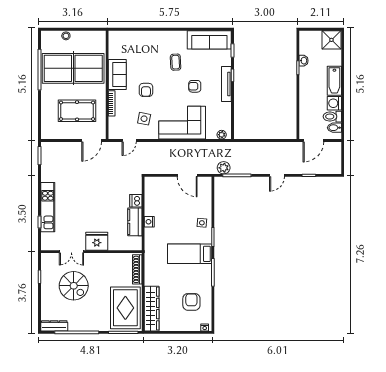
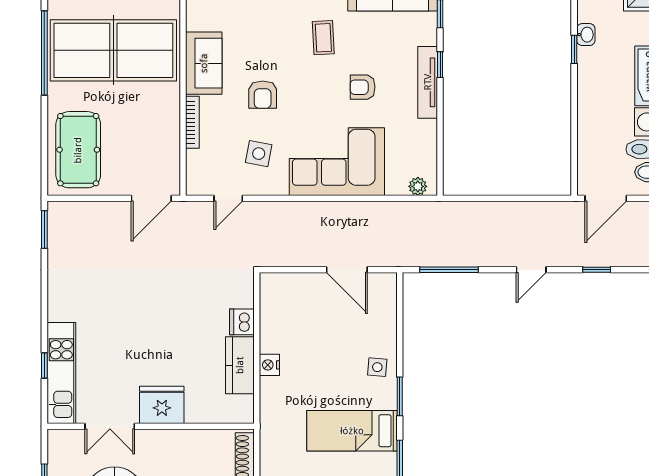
pool table: (77, 111) -> (78, 150), moved, turned 90
plant: (224, 168) -> (422, 254), removed
kitchen unit: (48, 207) -> (61, 373), moved

